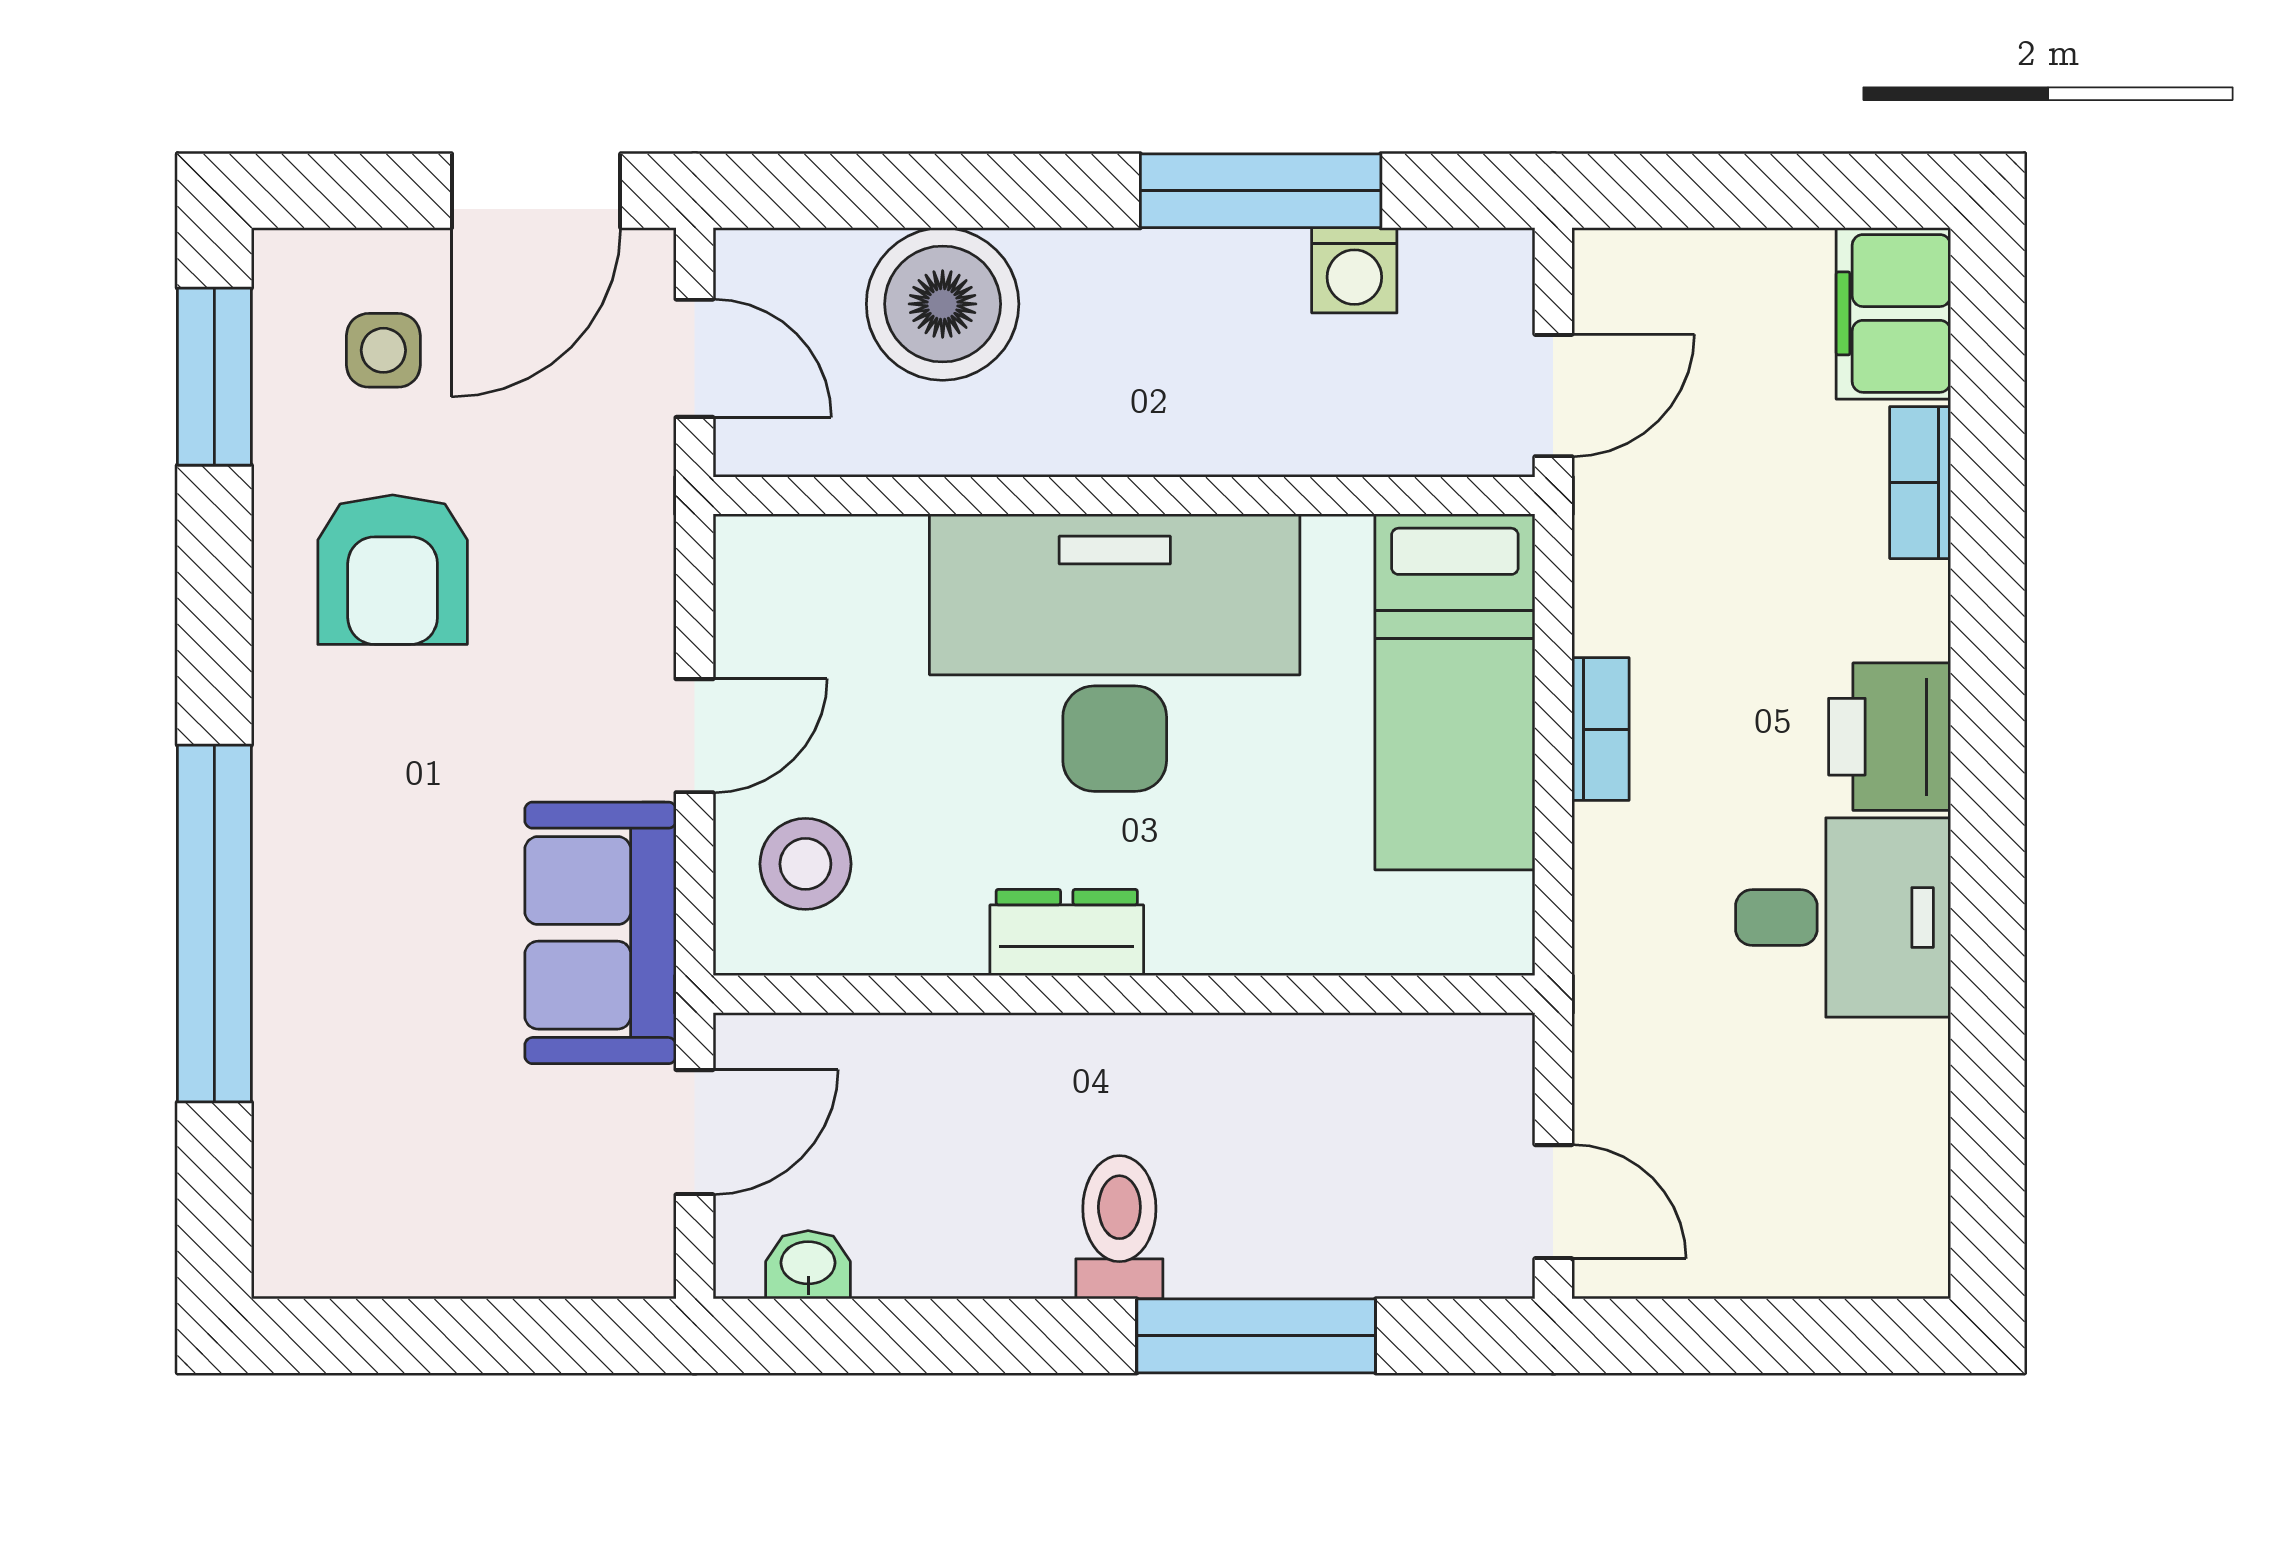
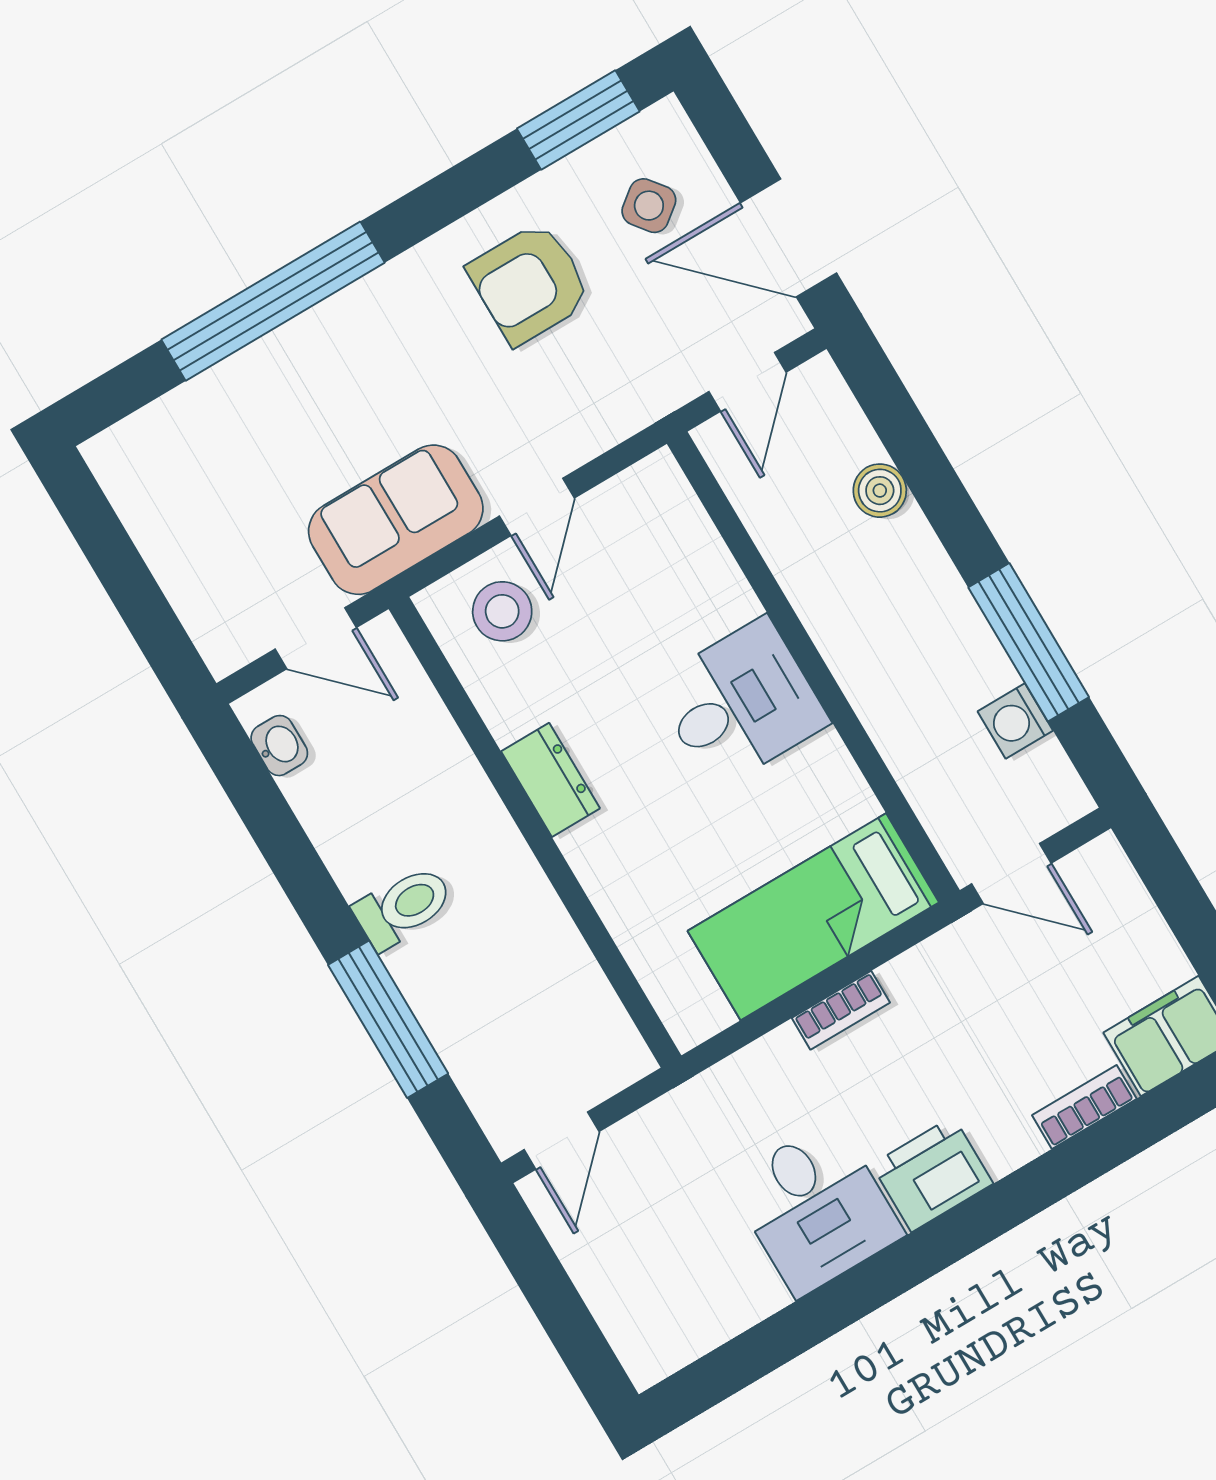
boiler: (943, 304) -> (880, 491), width x0.54, depth x0.54
side table: (383, 350) -> (649, 206), turned -38
desk: (1115, 653) -> (740, 703), width x0.53, depth x0.77
door: (695, 736) -> (537, 507), hinge flipped

